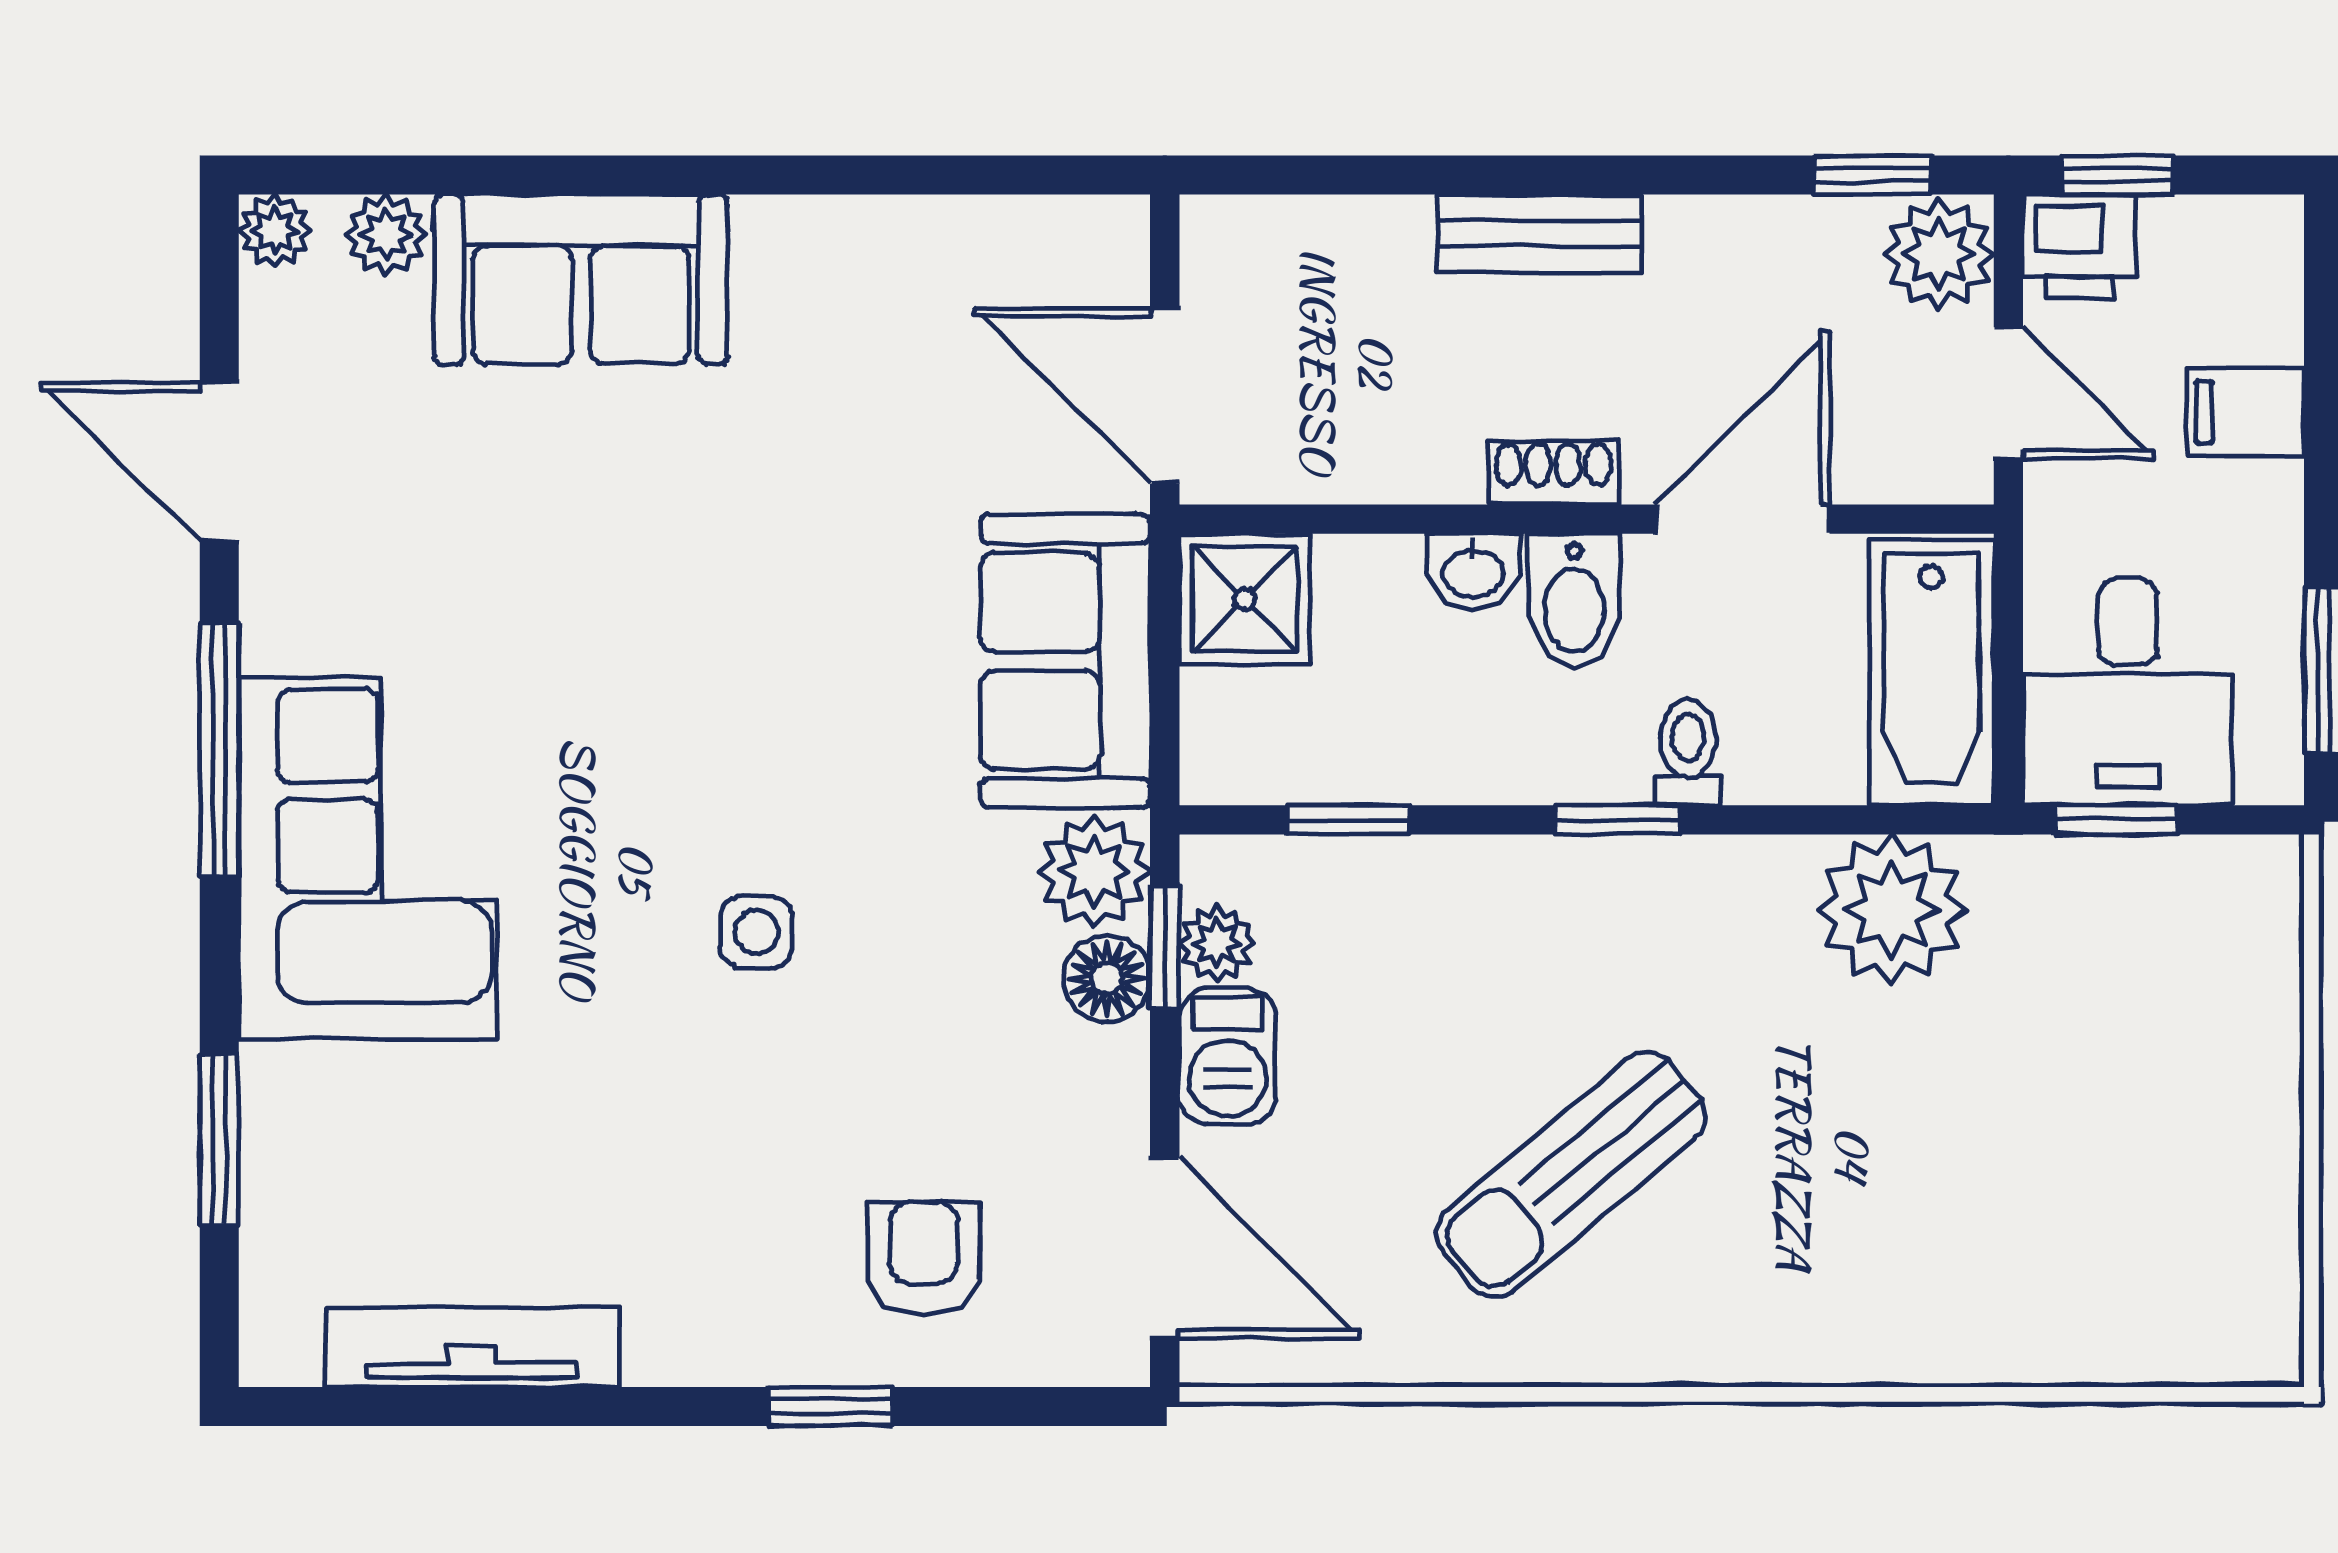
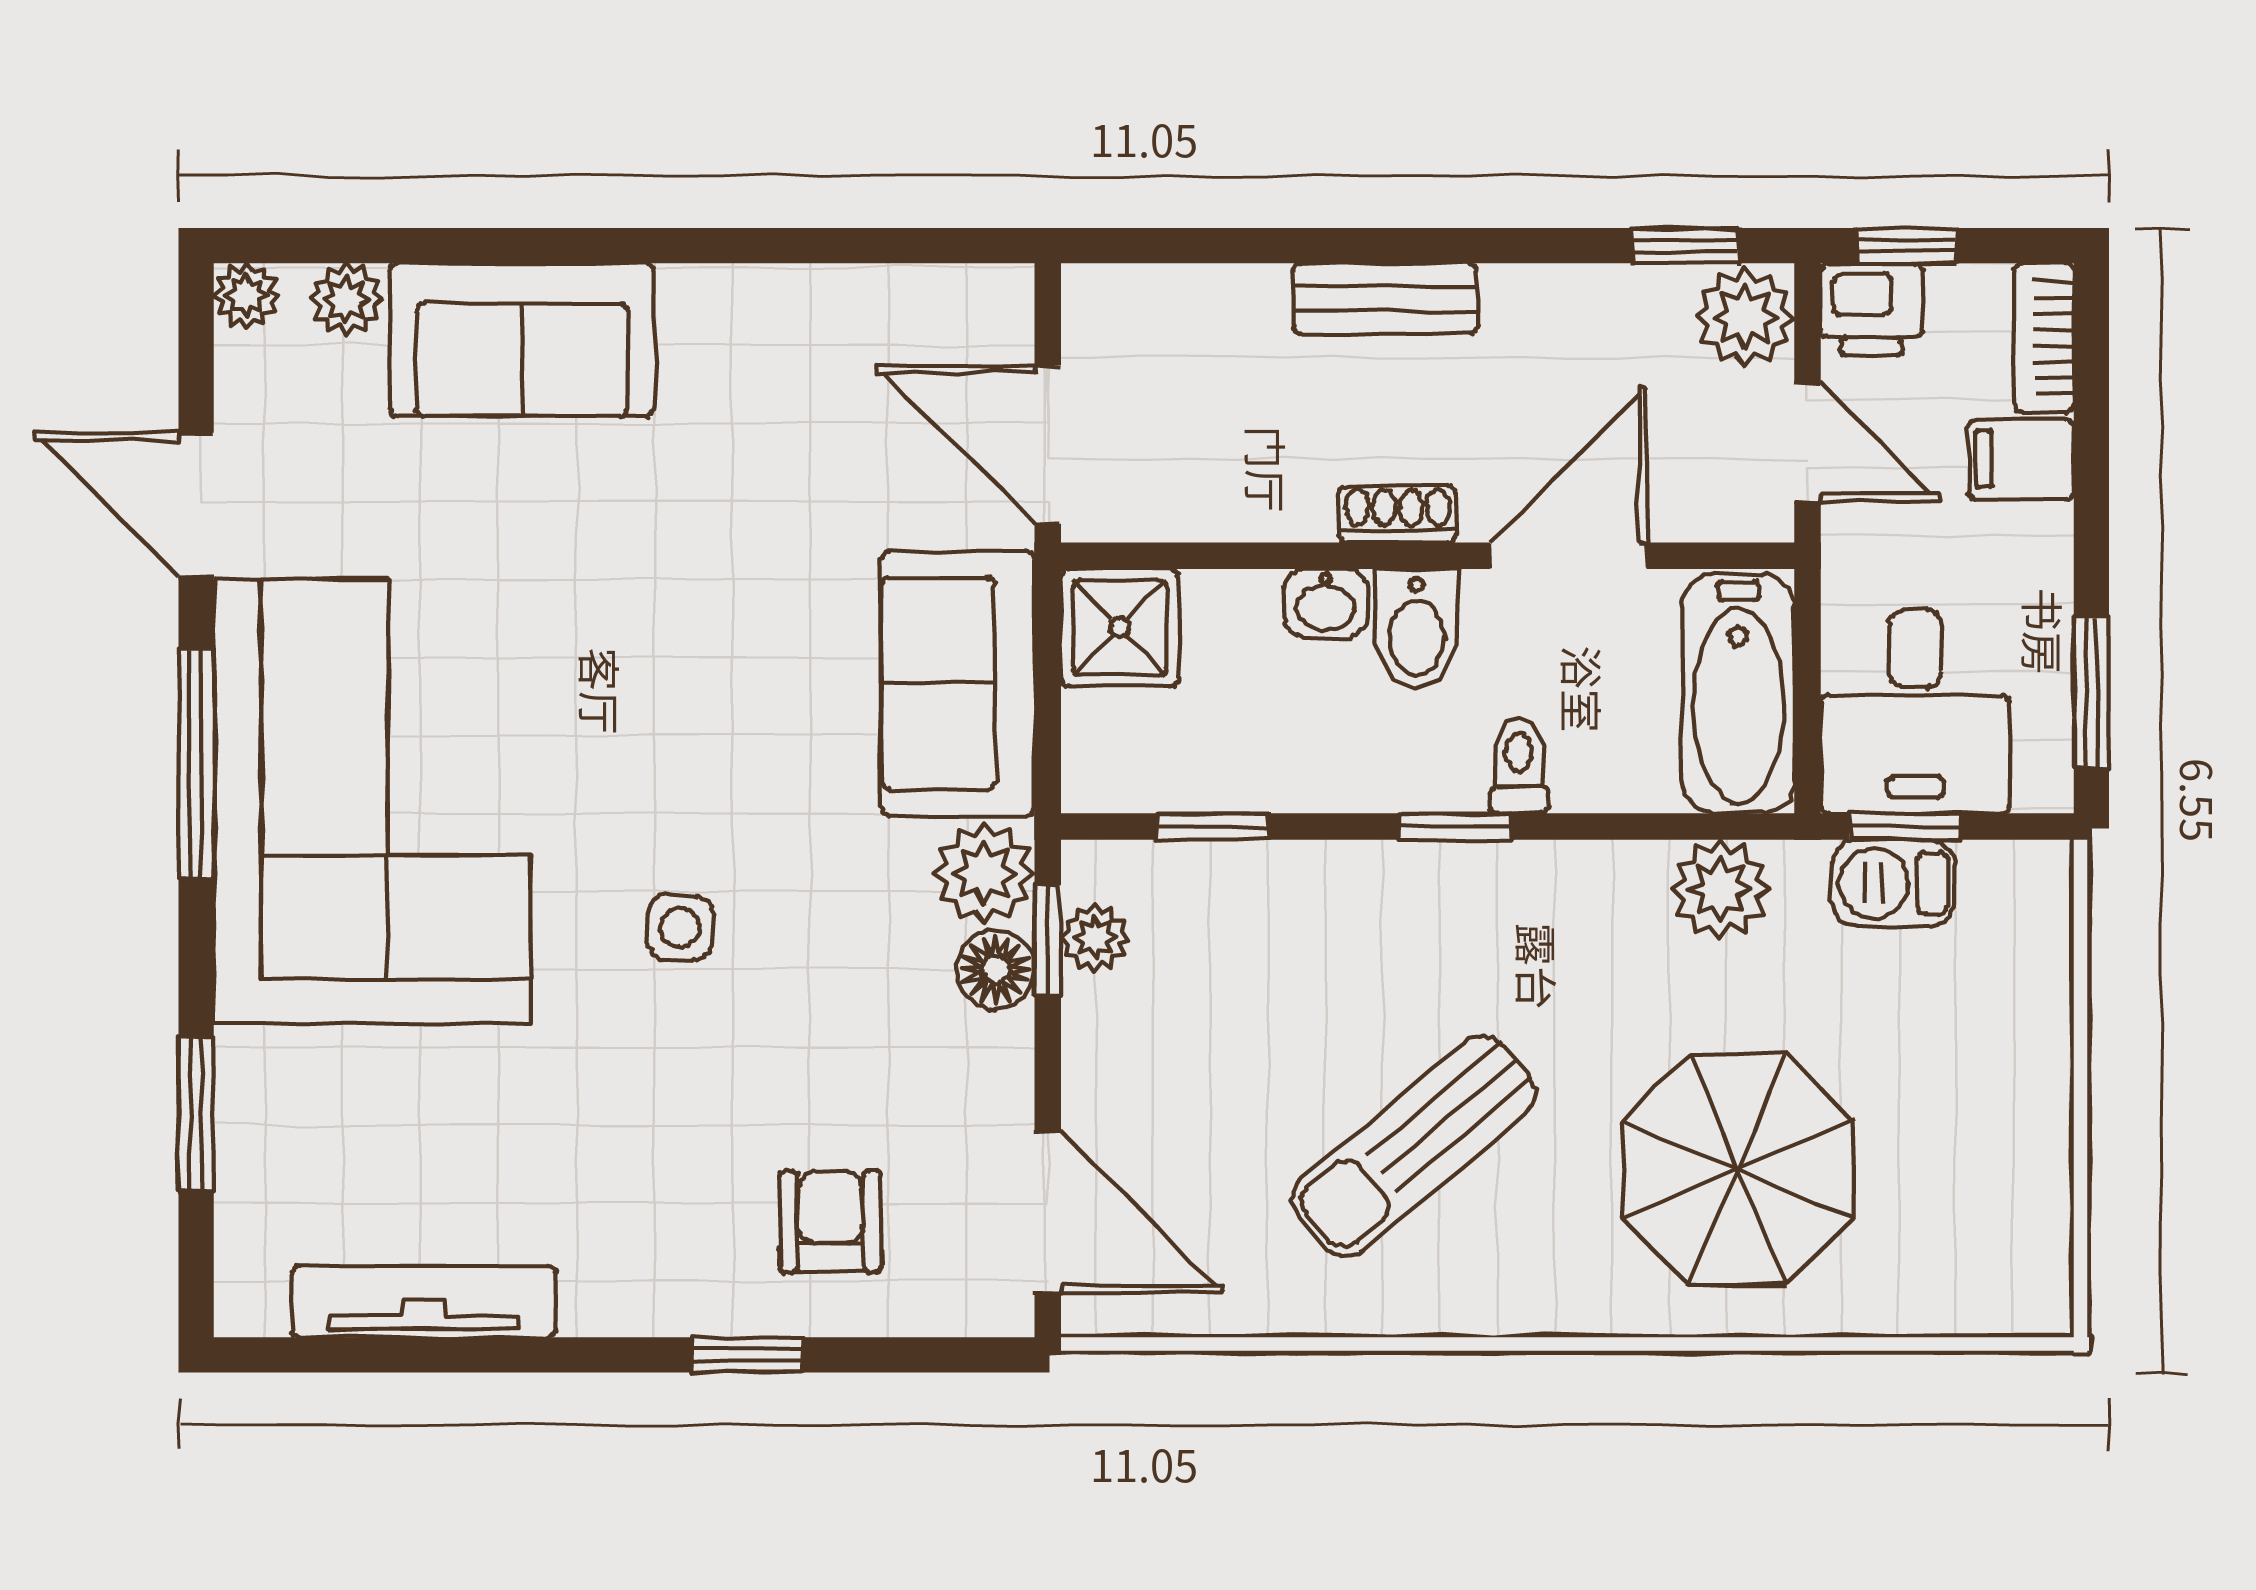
bookcase: (2271, 277) -> (2044, 338), added
corner sofa: (368, 858) -> (372, 802), width x1.36, depth x1.36
plant: (1891, 909) -> (1720, 889), width x0.73, depth x0.73
barbecue: (1228, 1057) -> (1893, 883), moved, turned 90
parasol: (1931, 1201) -> (1738, 1170), added

